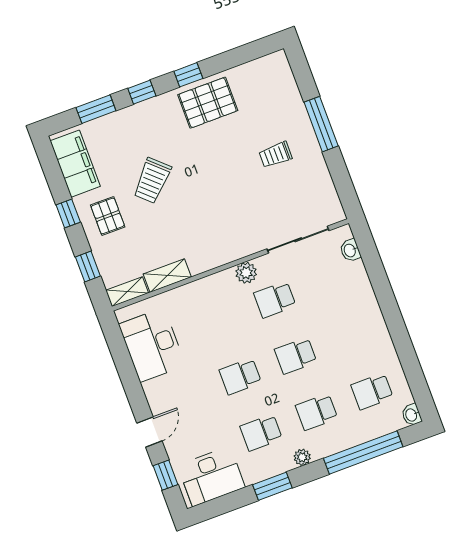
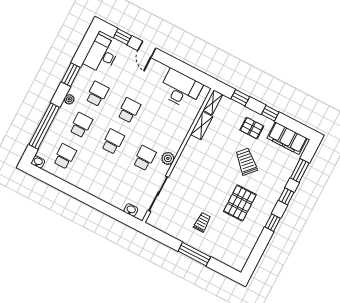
pallet: (208, 103) -> (240, 203), moved

